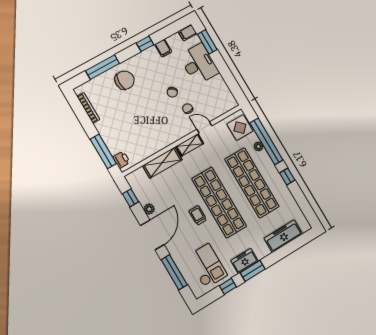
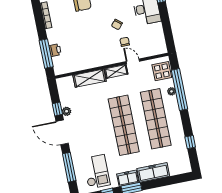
printer: (121, 160) -> (55, 50), moved
window: (287, 177) -> (190, 142), moved
window: (131, 198) -> (57, 109), moved
trolley: (198, 215) -> (103, 130), removed
door: (152, 235) -> (62, 132), swing flipped
freezer: (283, 236) -> (153, 172), moved

